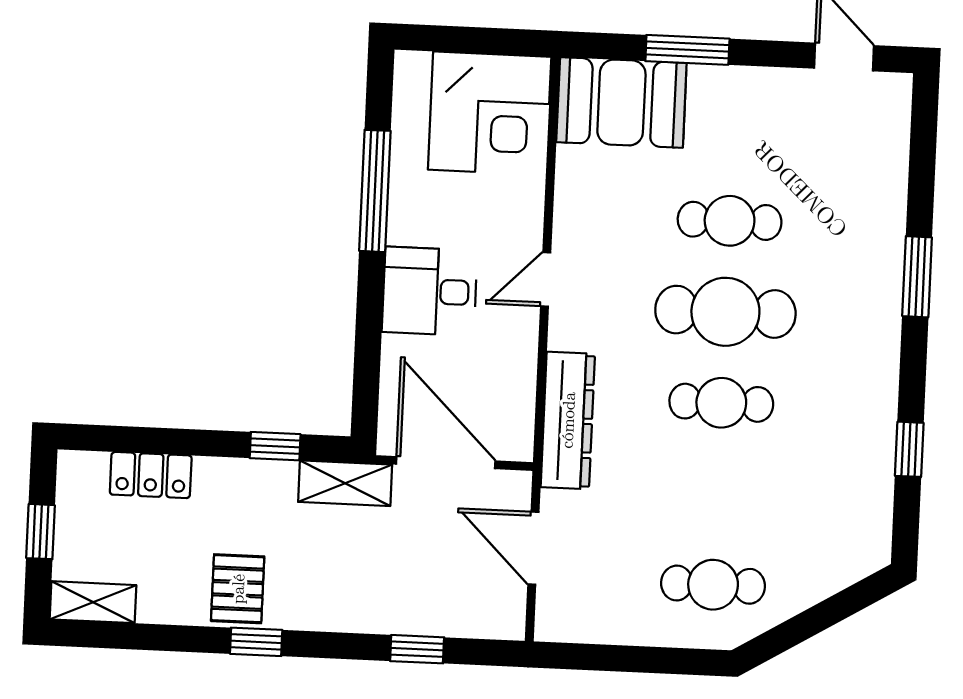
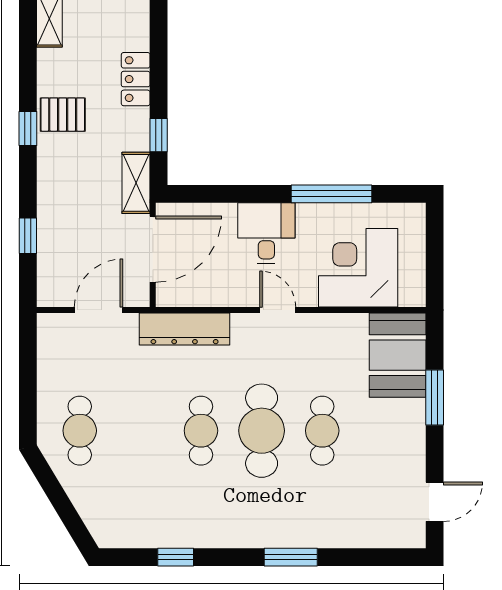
corner desk: (490, 113) -> (358, 268), moved, turned 90
locker: (151, 475) -> (136, 79), moved

